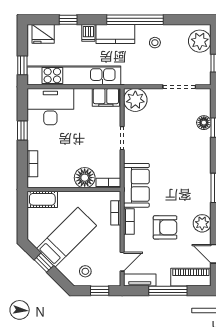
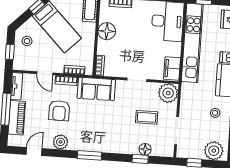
coffee table: (166, 123) -> (147, 117), added
floor lamp: (85, 178) -> (107, 31), moved
door: (122, 262) -> (45, 73), moved
piano: (191, 277) -> (17, 118), moved

